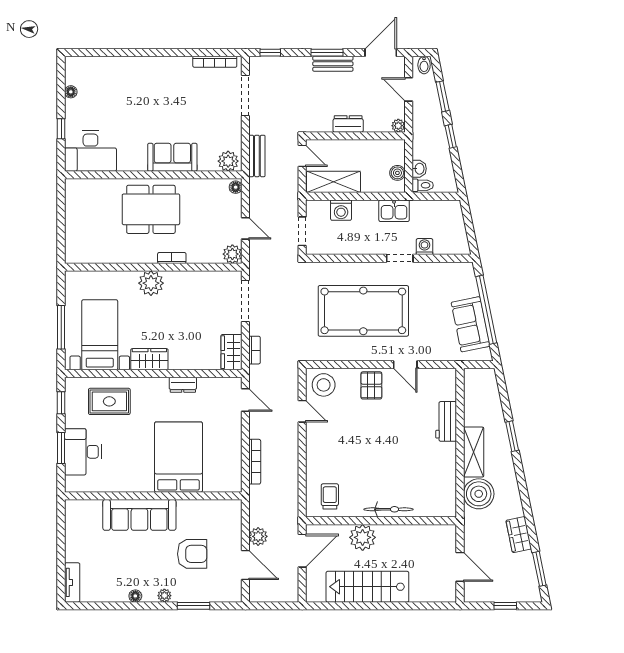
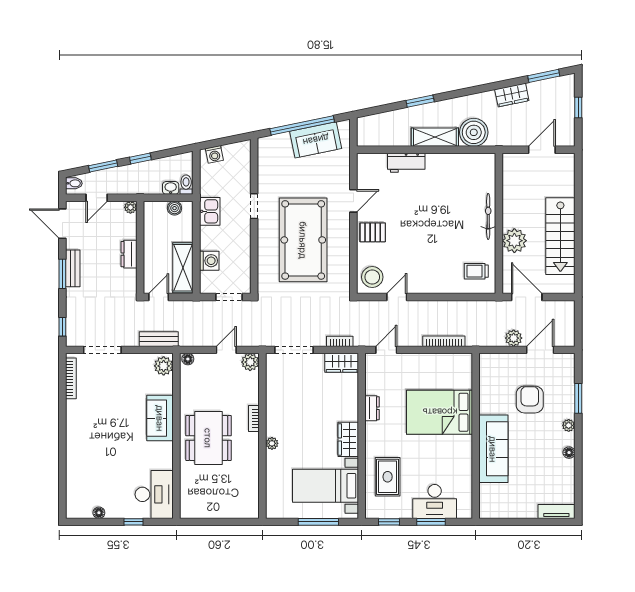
washing machine: (424, 247) -> (214, 154), moved, turned -102
plant: (151, 283) -> (272, 443), width x0.53, depth x0.53

